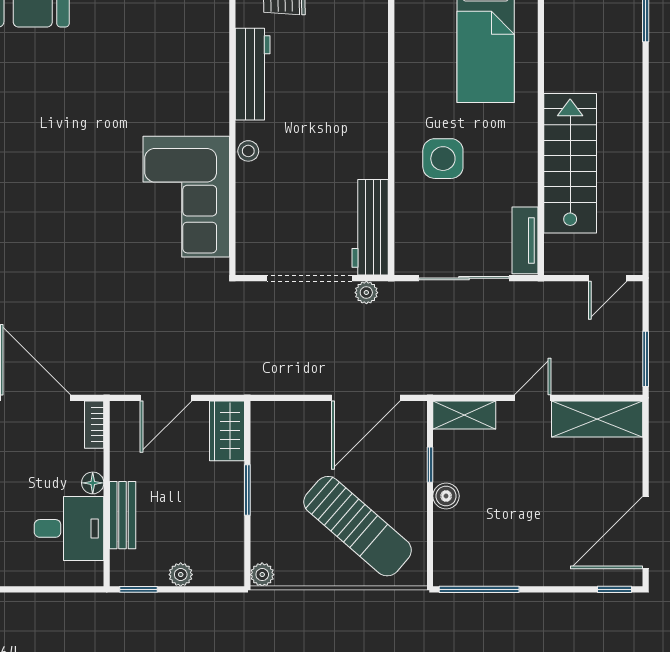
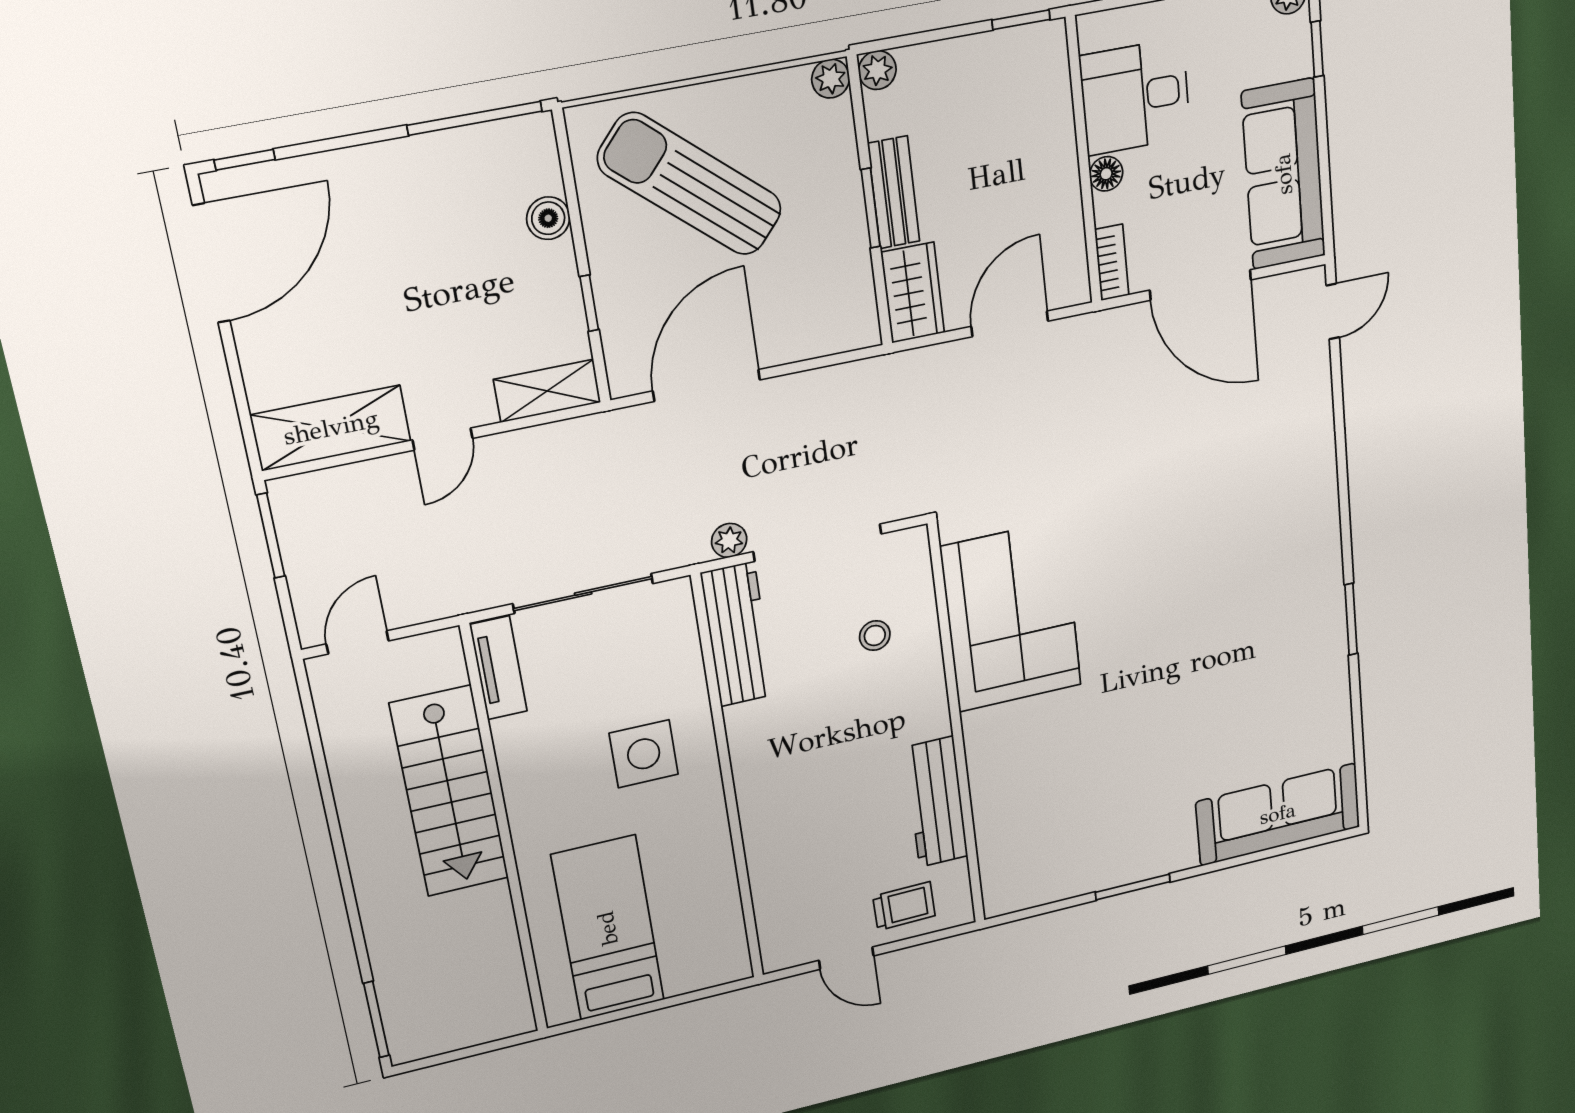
stool: (248, 151) -> (875, 636), moved
boiler: (446, 496) -> (548, 218), moved
bench: (123, 515) -> (894, 192), moved
plant: (181, 575) -> (877, 70), moved

